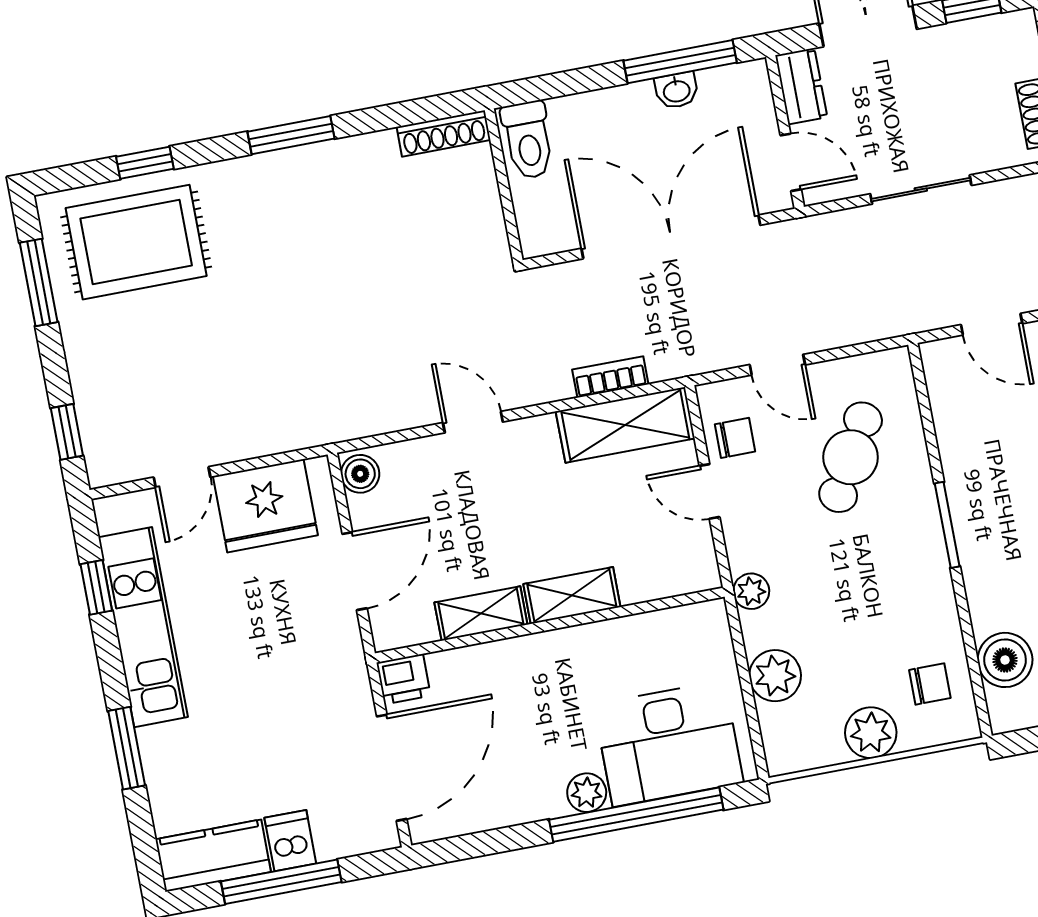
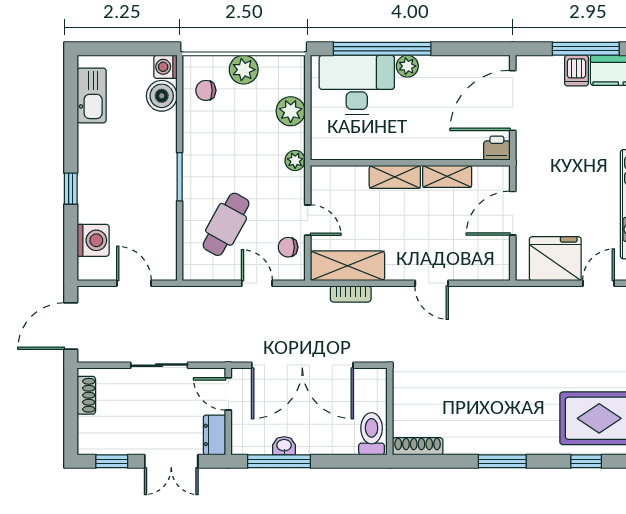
boiler: (360, 474) -> (499, 266), removed
washing machine: (1008, 712) -> (165, 67), added

